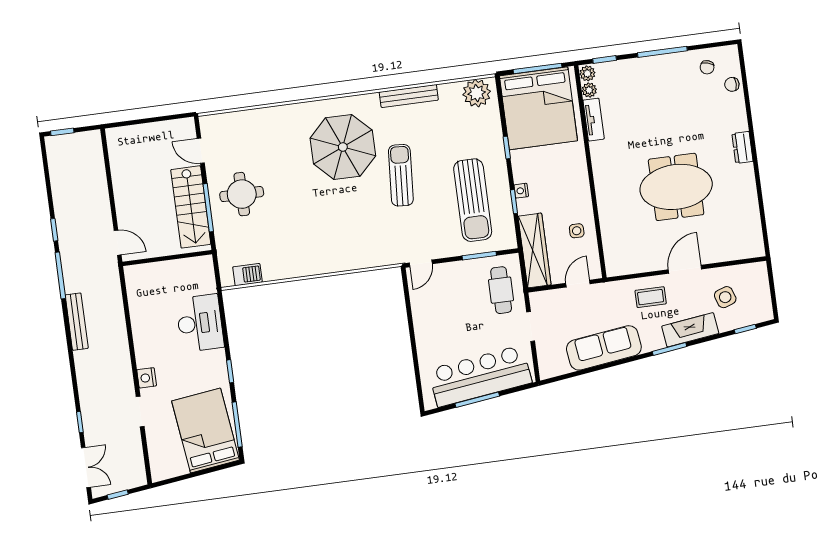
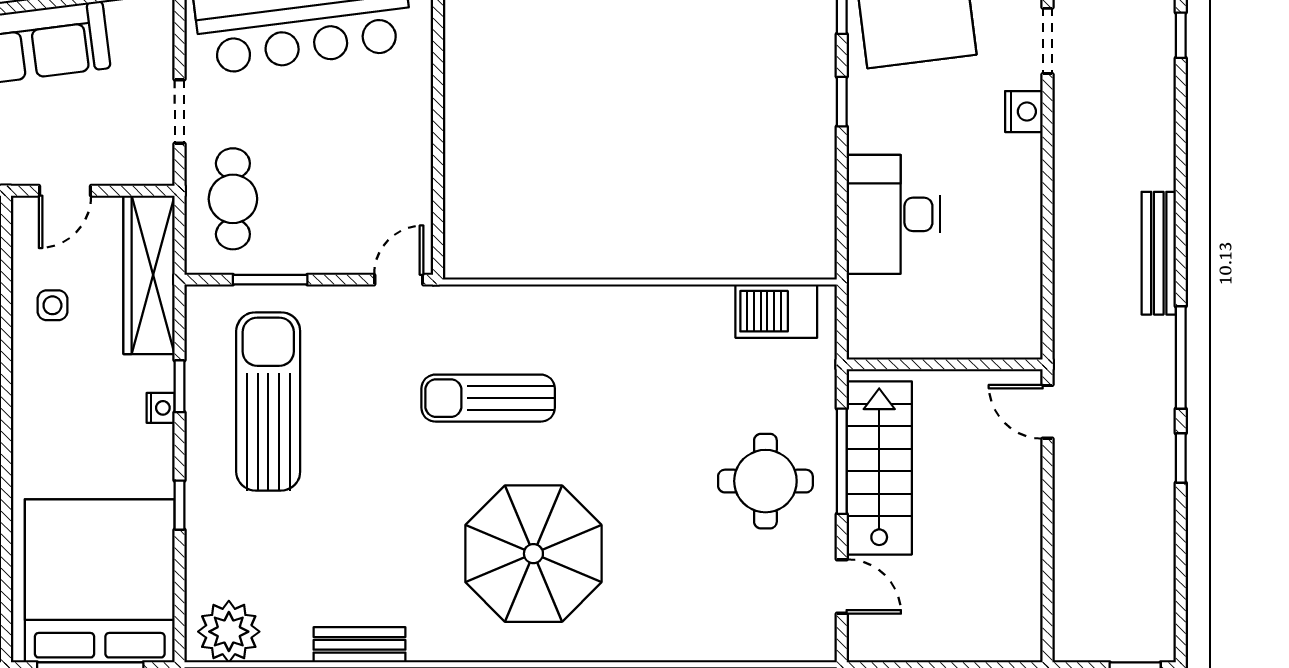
bench: (409, 96) -> (359, 645), width x0.73
sun lounger: (401, 175) -> (488, 398), moved, turned 86
barbecue: (247, 275) -> (776, 311), width x1.38, depth x1.27

